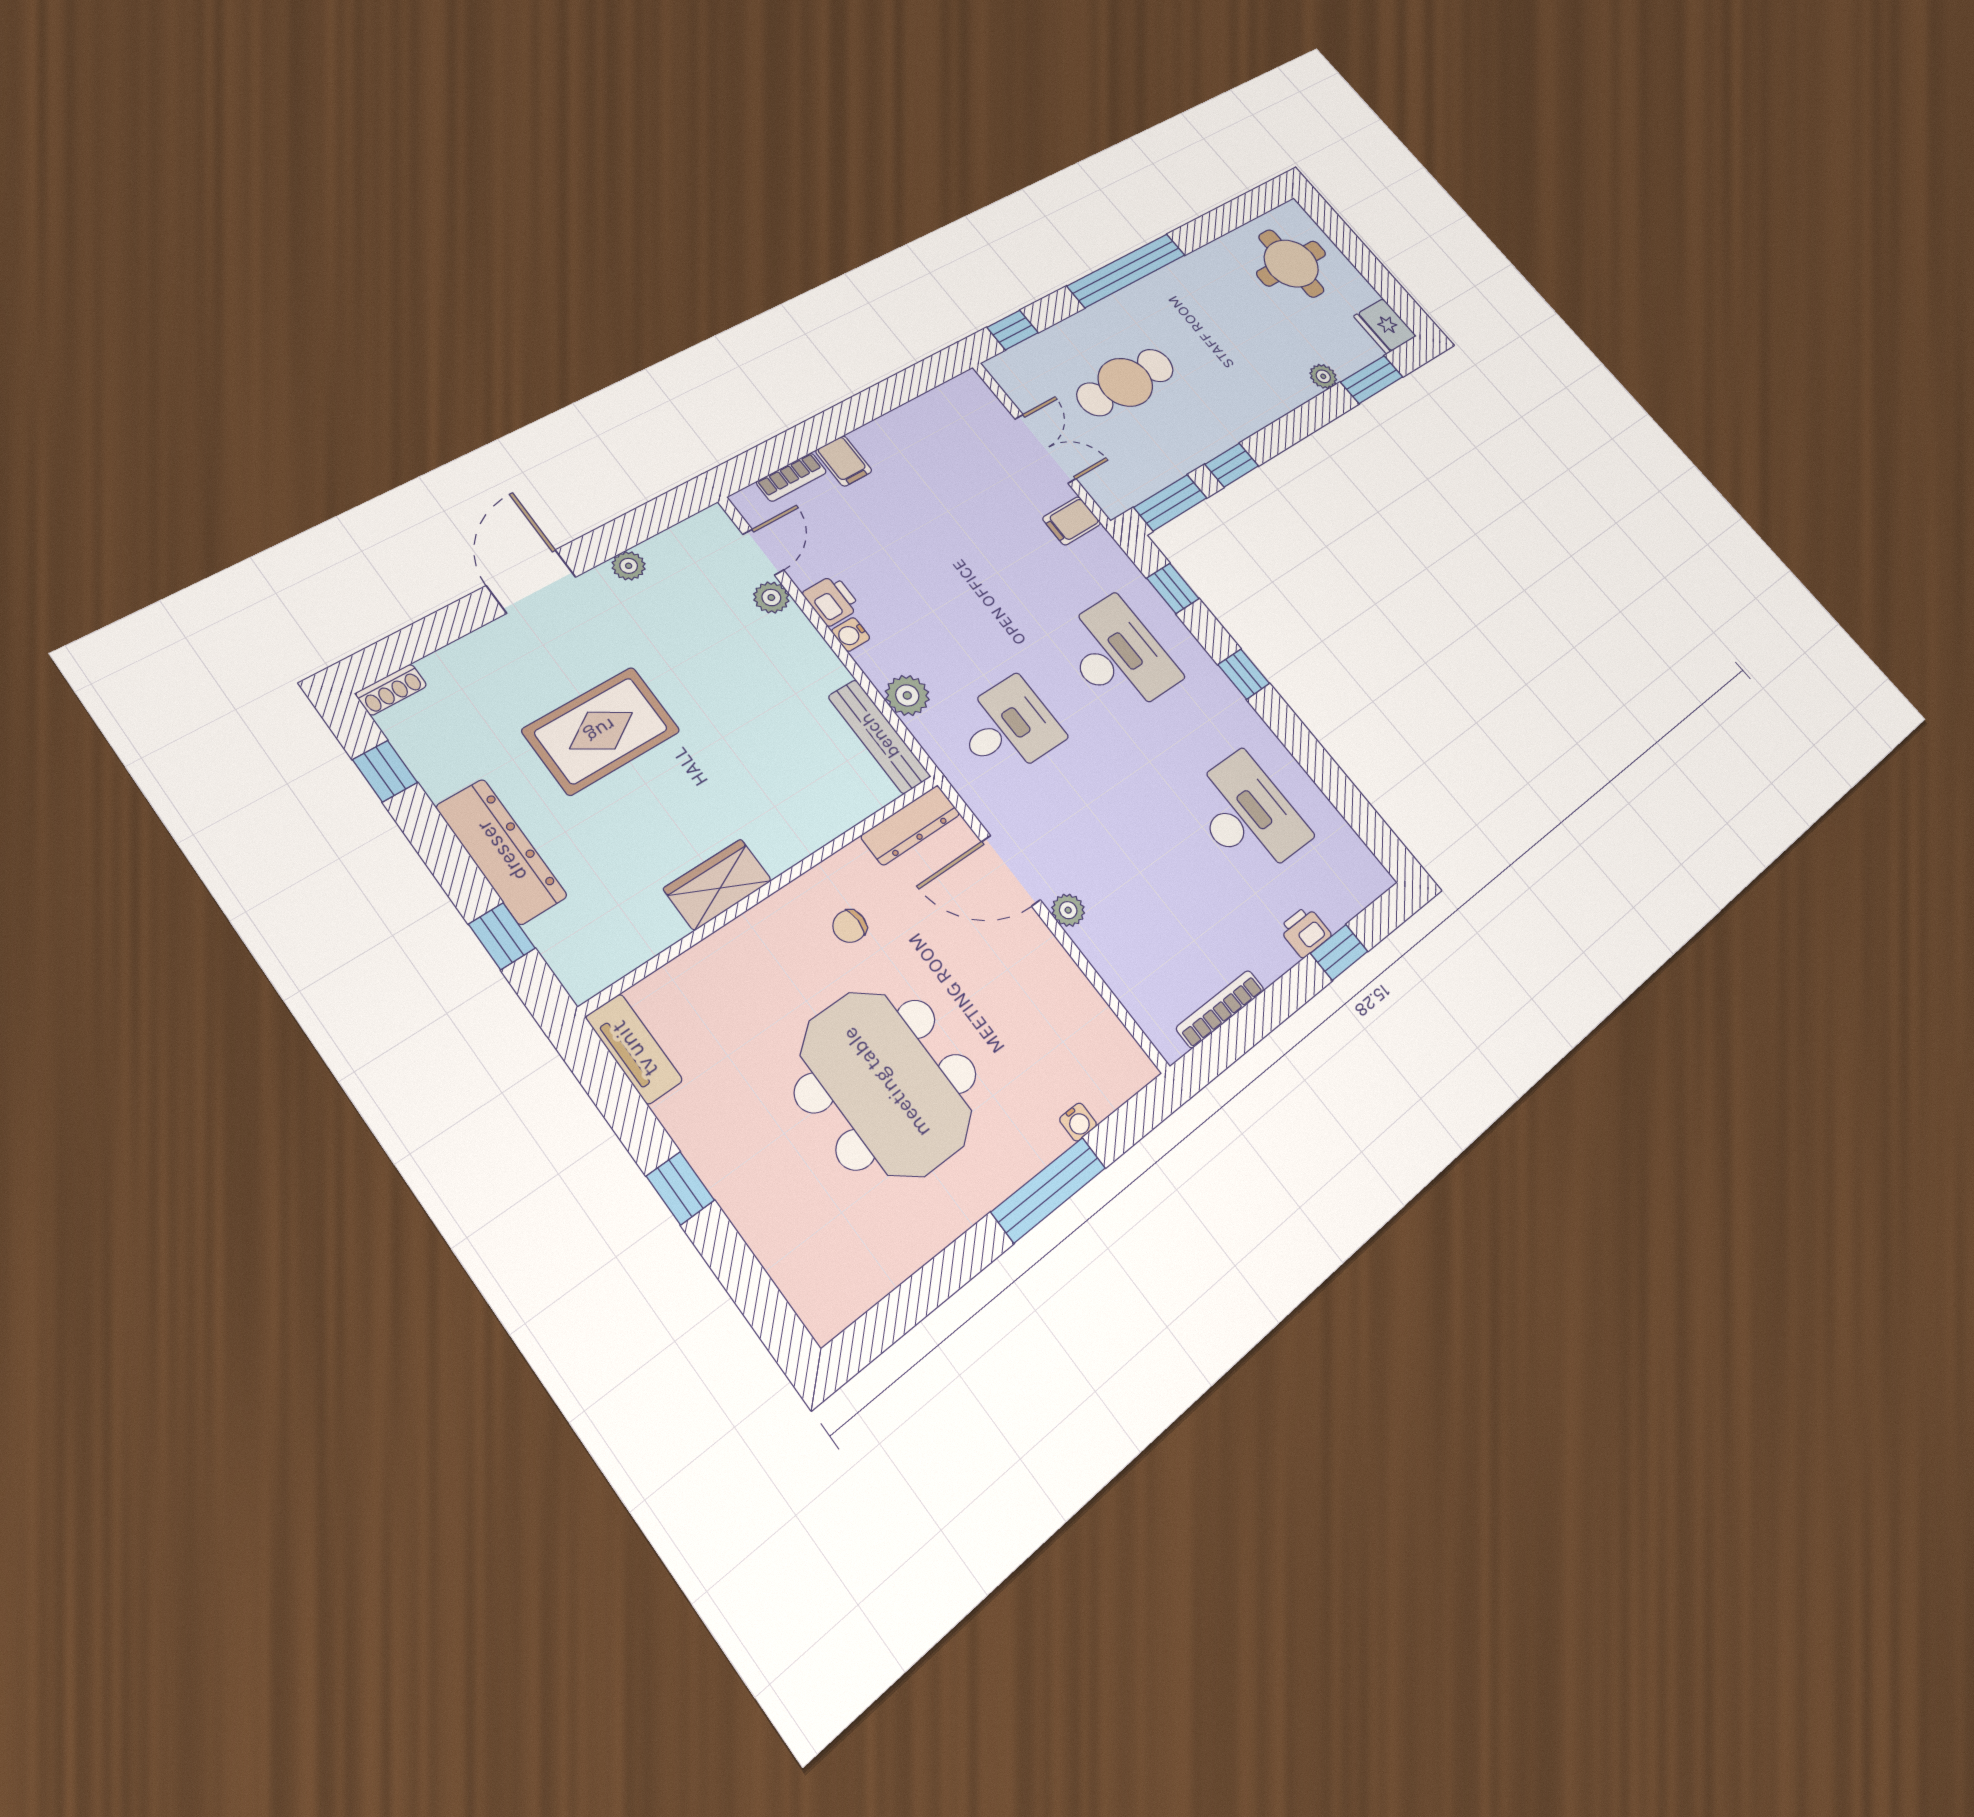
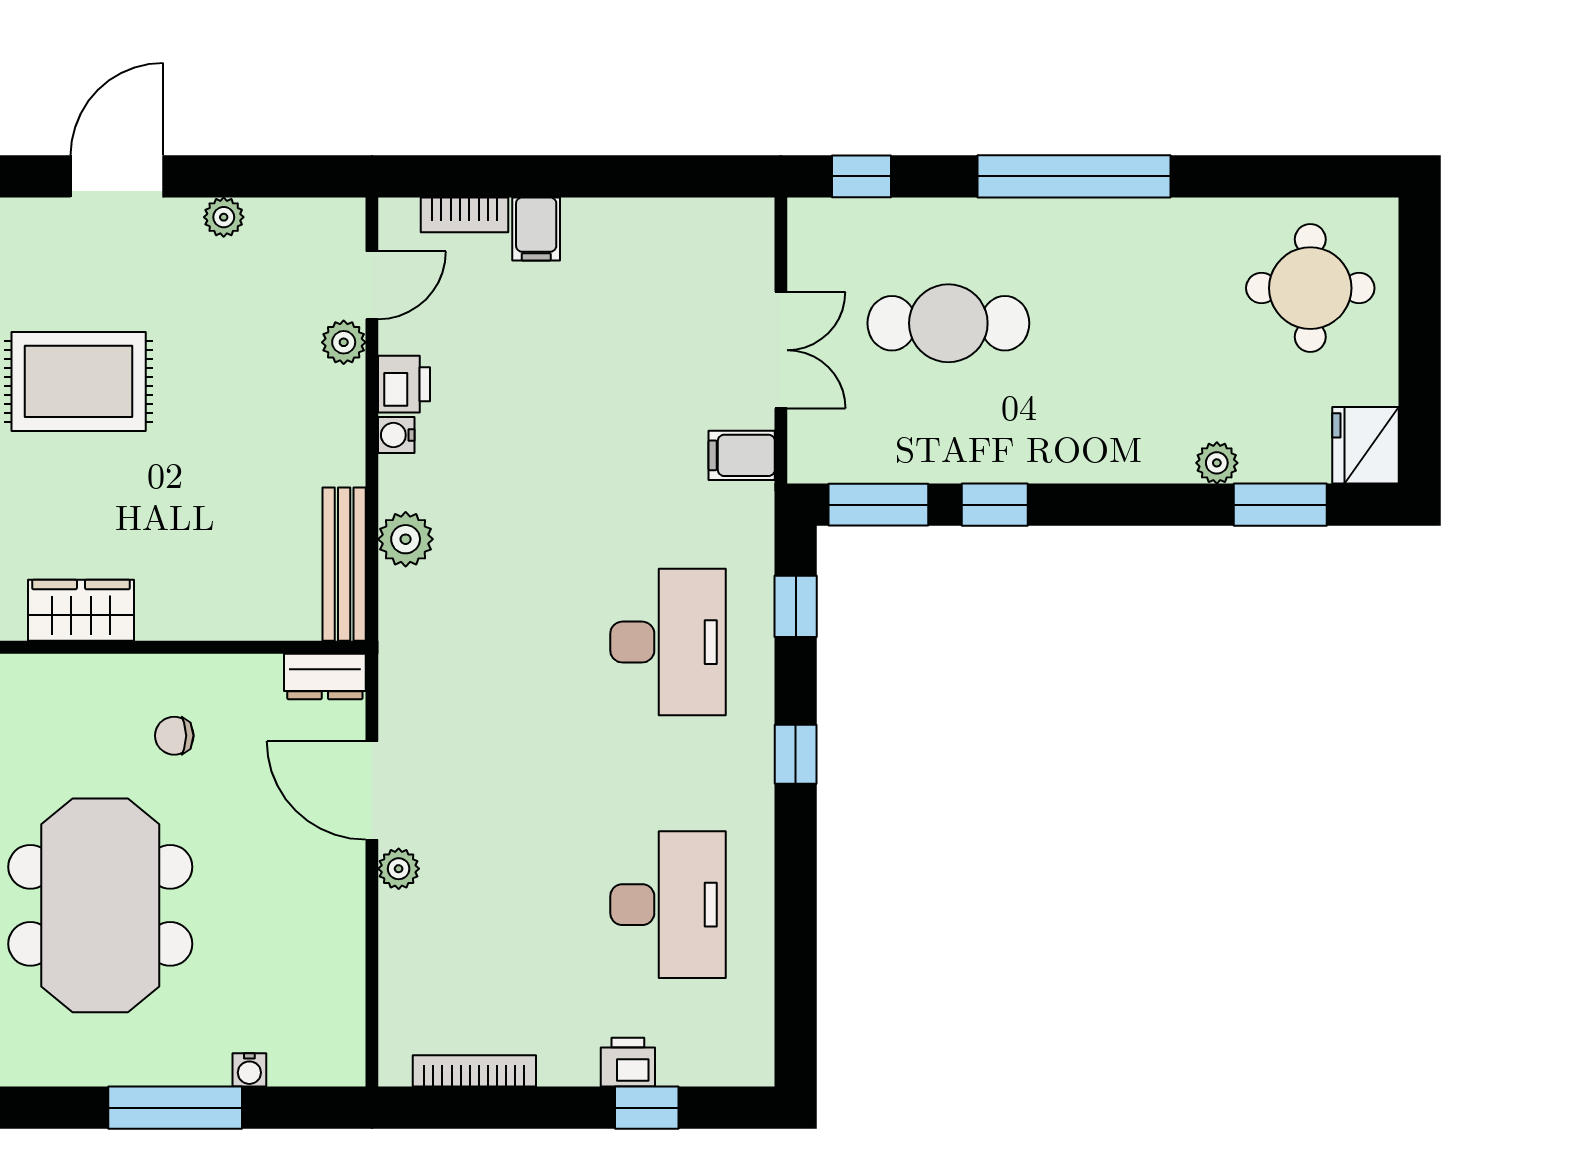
desk: (1008, 728) -> (485, 642), removed
dresser: (911, 825) -> (325, 676), width x0.70

